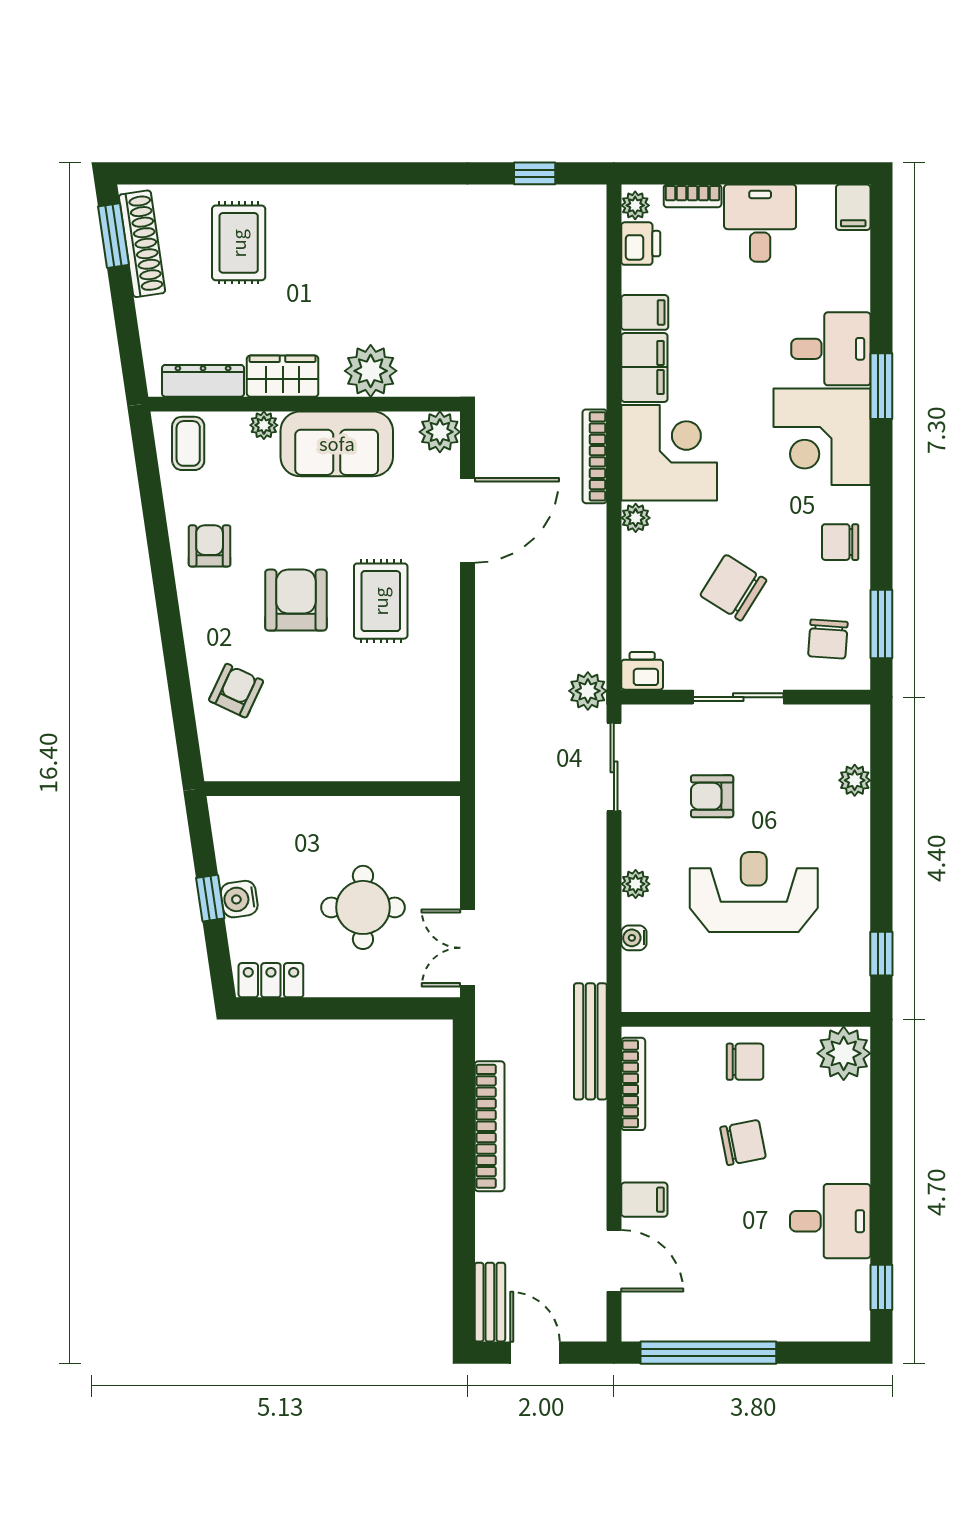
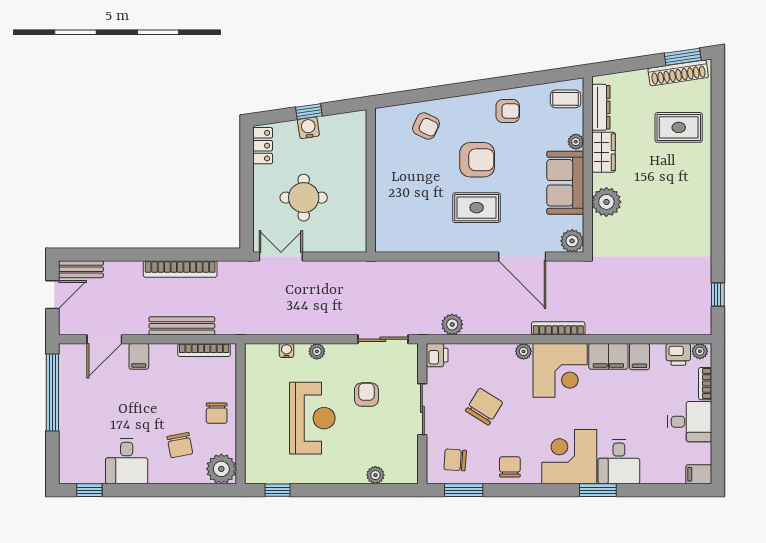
plant: (588, 691) -> (452, 324), moved
bench: (590, 1041) -> (182, 326), moved
chair: (743, 1143) -> (180, 445), moved

